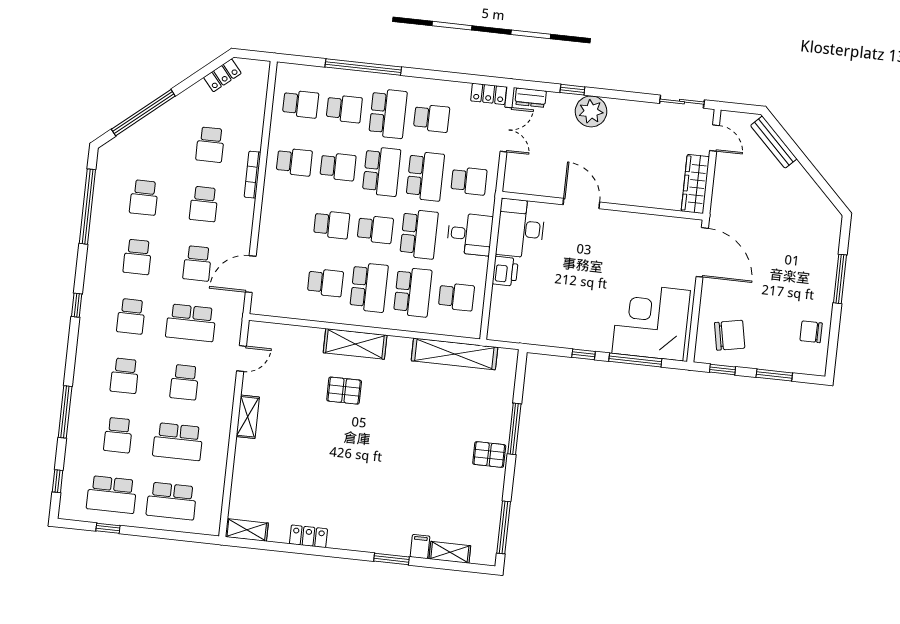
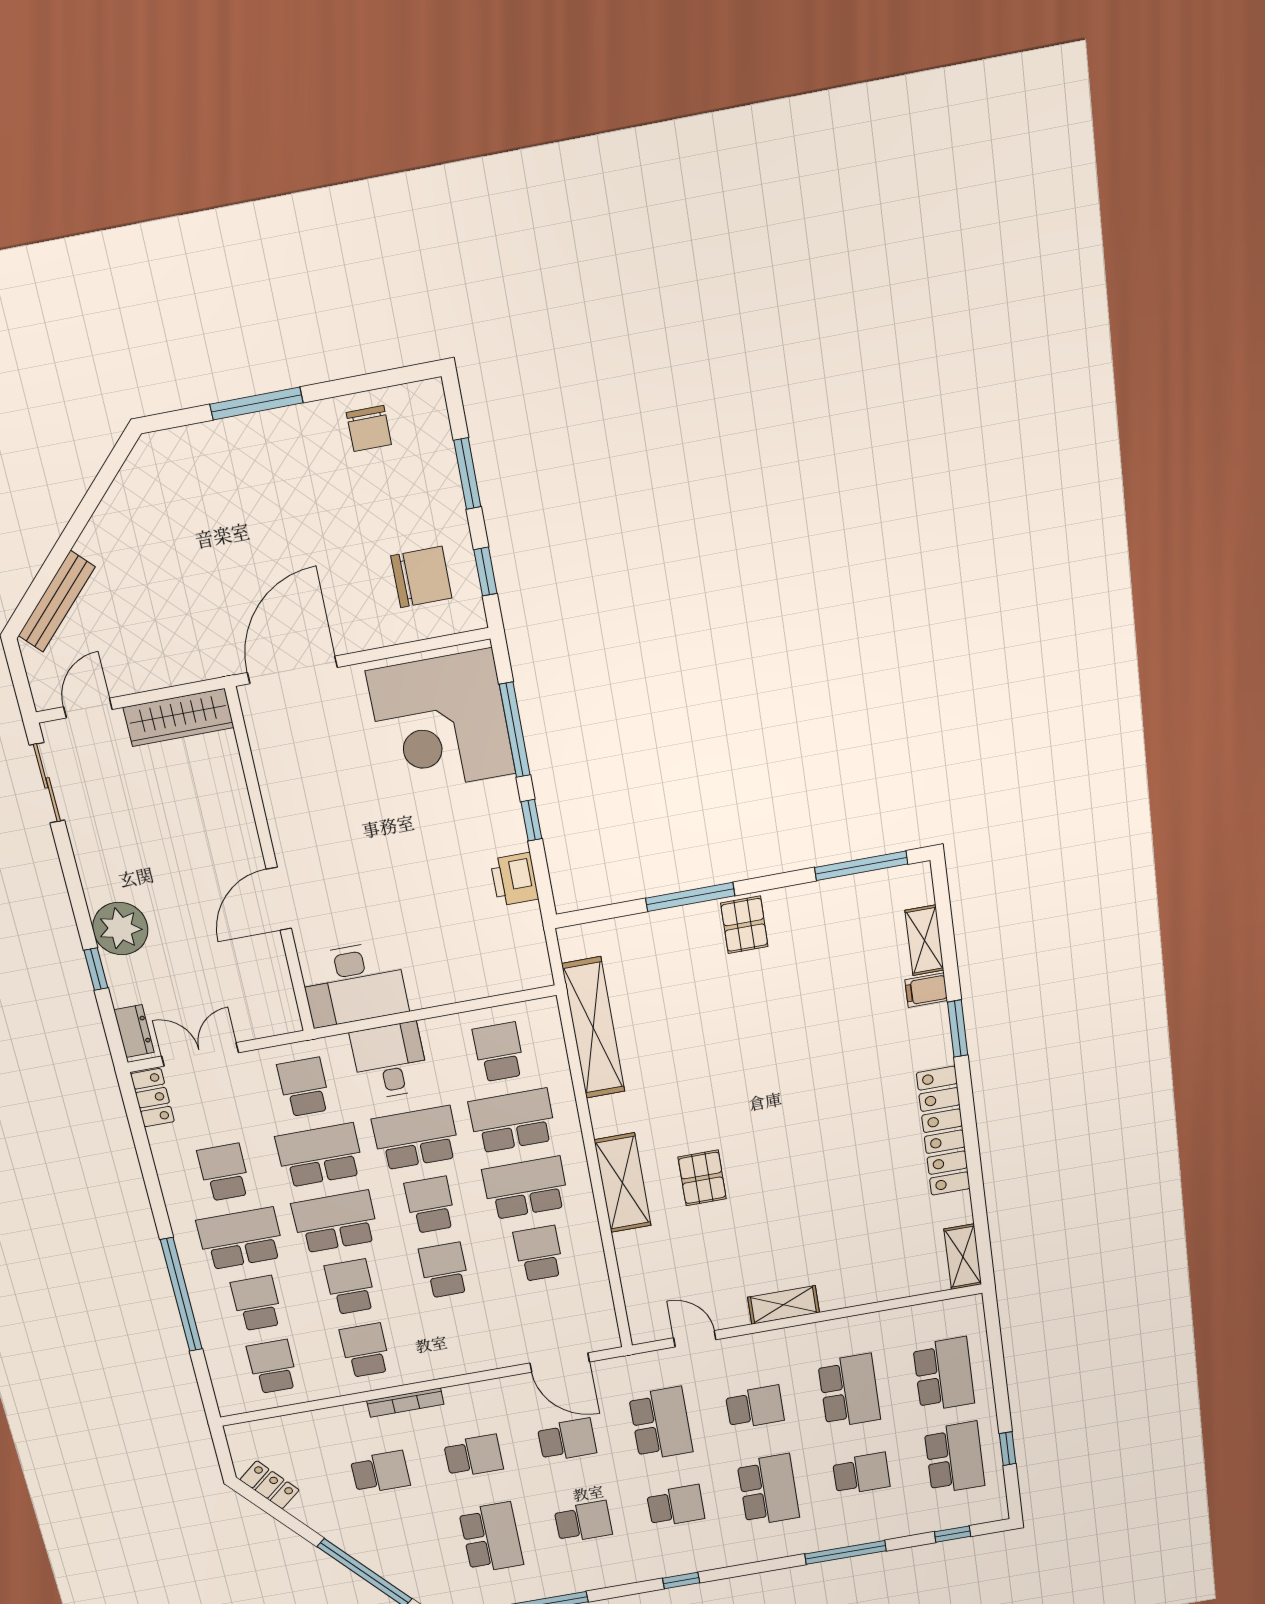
school desk: (144, 198) -> (491, 1538), width x1.85
printer: (505, 271) -> (514, 879), moved, turned -90
chair: (730, 335) -> (421, 577), turned 101
school desk: (125, 376) -> (768, 1490), width x1.85
locker: (308, 536) -> (943, 1131), width x2.16, depth x1.21

